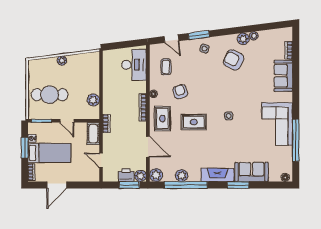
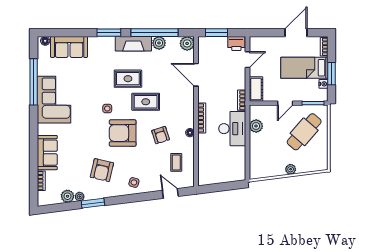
window: (199, 35) -> (93, 203), moved
plant: (243, 39) -> (67, 196), moved
armchair: (234, 60) -> (102, 170), turned 78
desk: (134, 65) -> (232, 129), moved, turned 180
armchair: (215, 94) -> (123, 133), added
cafe table: (50, 95) -> (304, 132), turned -49
rug: (162, 119) -> (128, 79), moved, turned 90
door: (67, 121) -> (285, 103), swing flipped
door: (101, 160) -> (248, 60), hinge flipped
sofa: (252, 172) -> (69, 47), moved
printer: (126, 175) -> (236, 43), moved
fireplace: (217, 175) -> (133, 44), moved
plant: (140, 176) -> (204, 43), removed
window: (238, 185) -> (109, 33), moved

